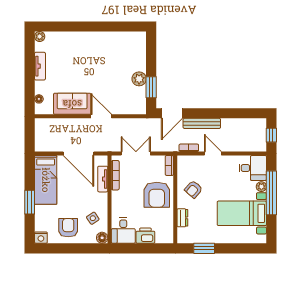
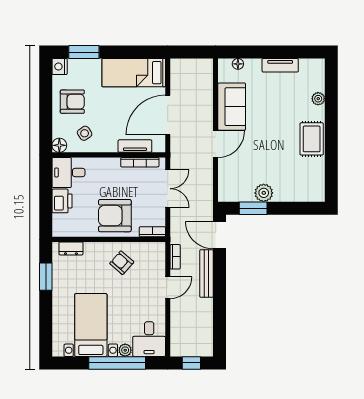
plant: (40, 36) -> (318, 99), moved
rug: (97, 42) -> (312, 139), added
window: (30, 202) -> (84, 52), moved
dresser: (182, 218) -> (71, 248), moved

